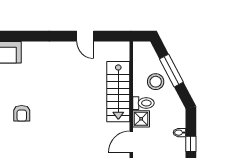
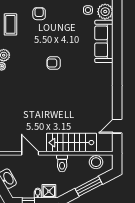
door: (85, 36) -> (117, 126), moved
stool: (156, 82) -> (96, 162), moved
shower: (141, 119) -> (49, 191), moved

